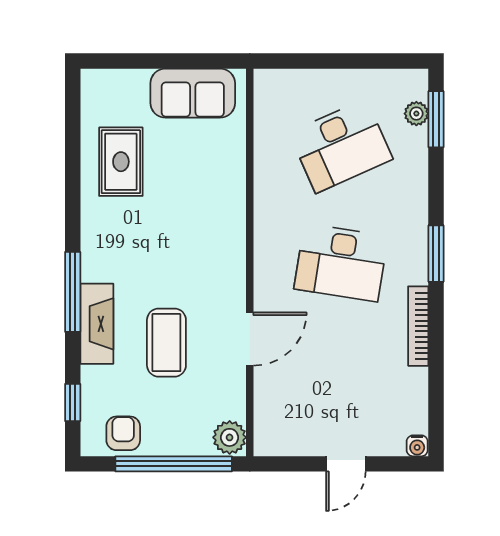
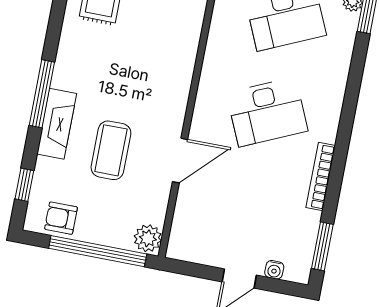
window: (436, 254) -> (322, 246), moved
desk: (341, 262) -> (267, 112), turned -33
armchair: (123, 433) -> (61, 218), turned -90
water cooler: (417, 446) -> (274, 270), moved

